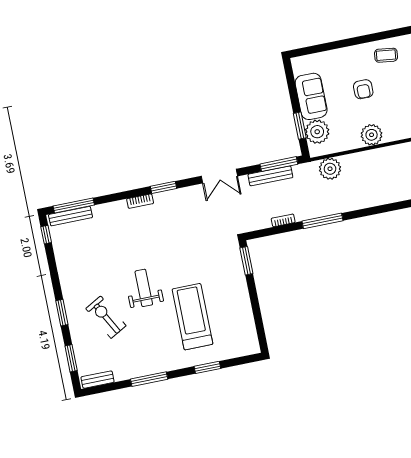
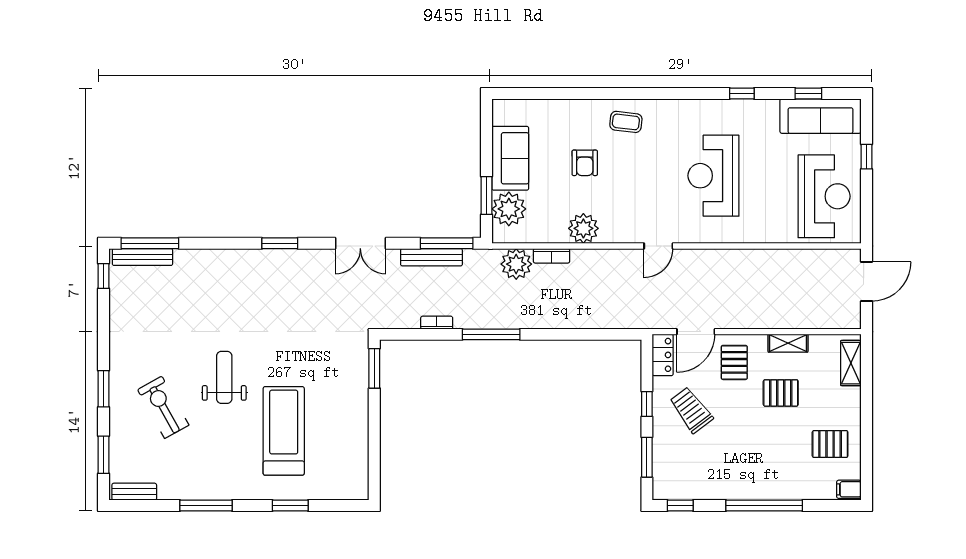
bookcase: (140, 201) -> (552, 256), moved

